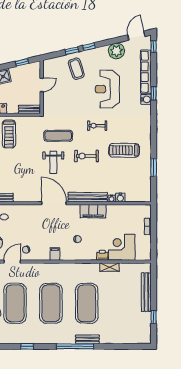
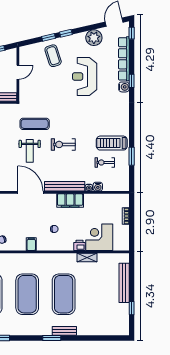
exercise bike: (97, 126) -> (105, 162), moved
treadmill: (124, 150) -> (112, 143), moved
window: (75, 346) -> (52, 338), width x0.47

